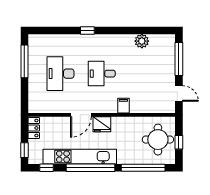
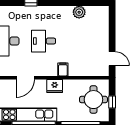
window: (179, 59) -> (112, 28), removed
fridge: (102, 124) -> (55, 86), moved

